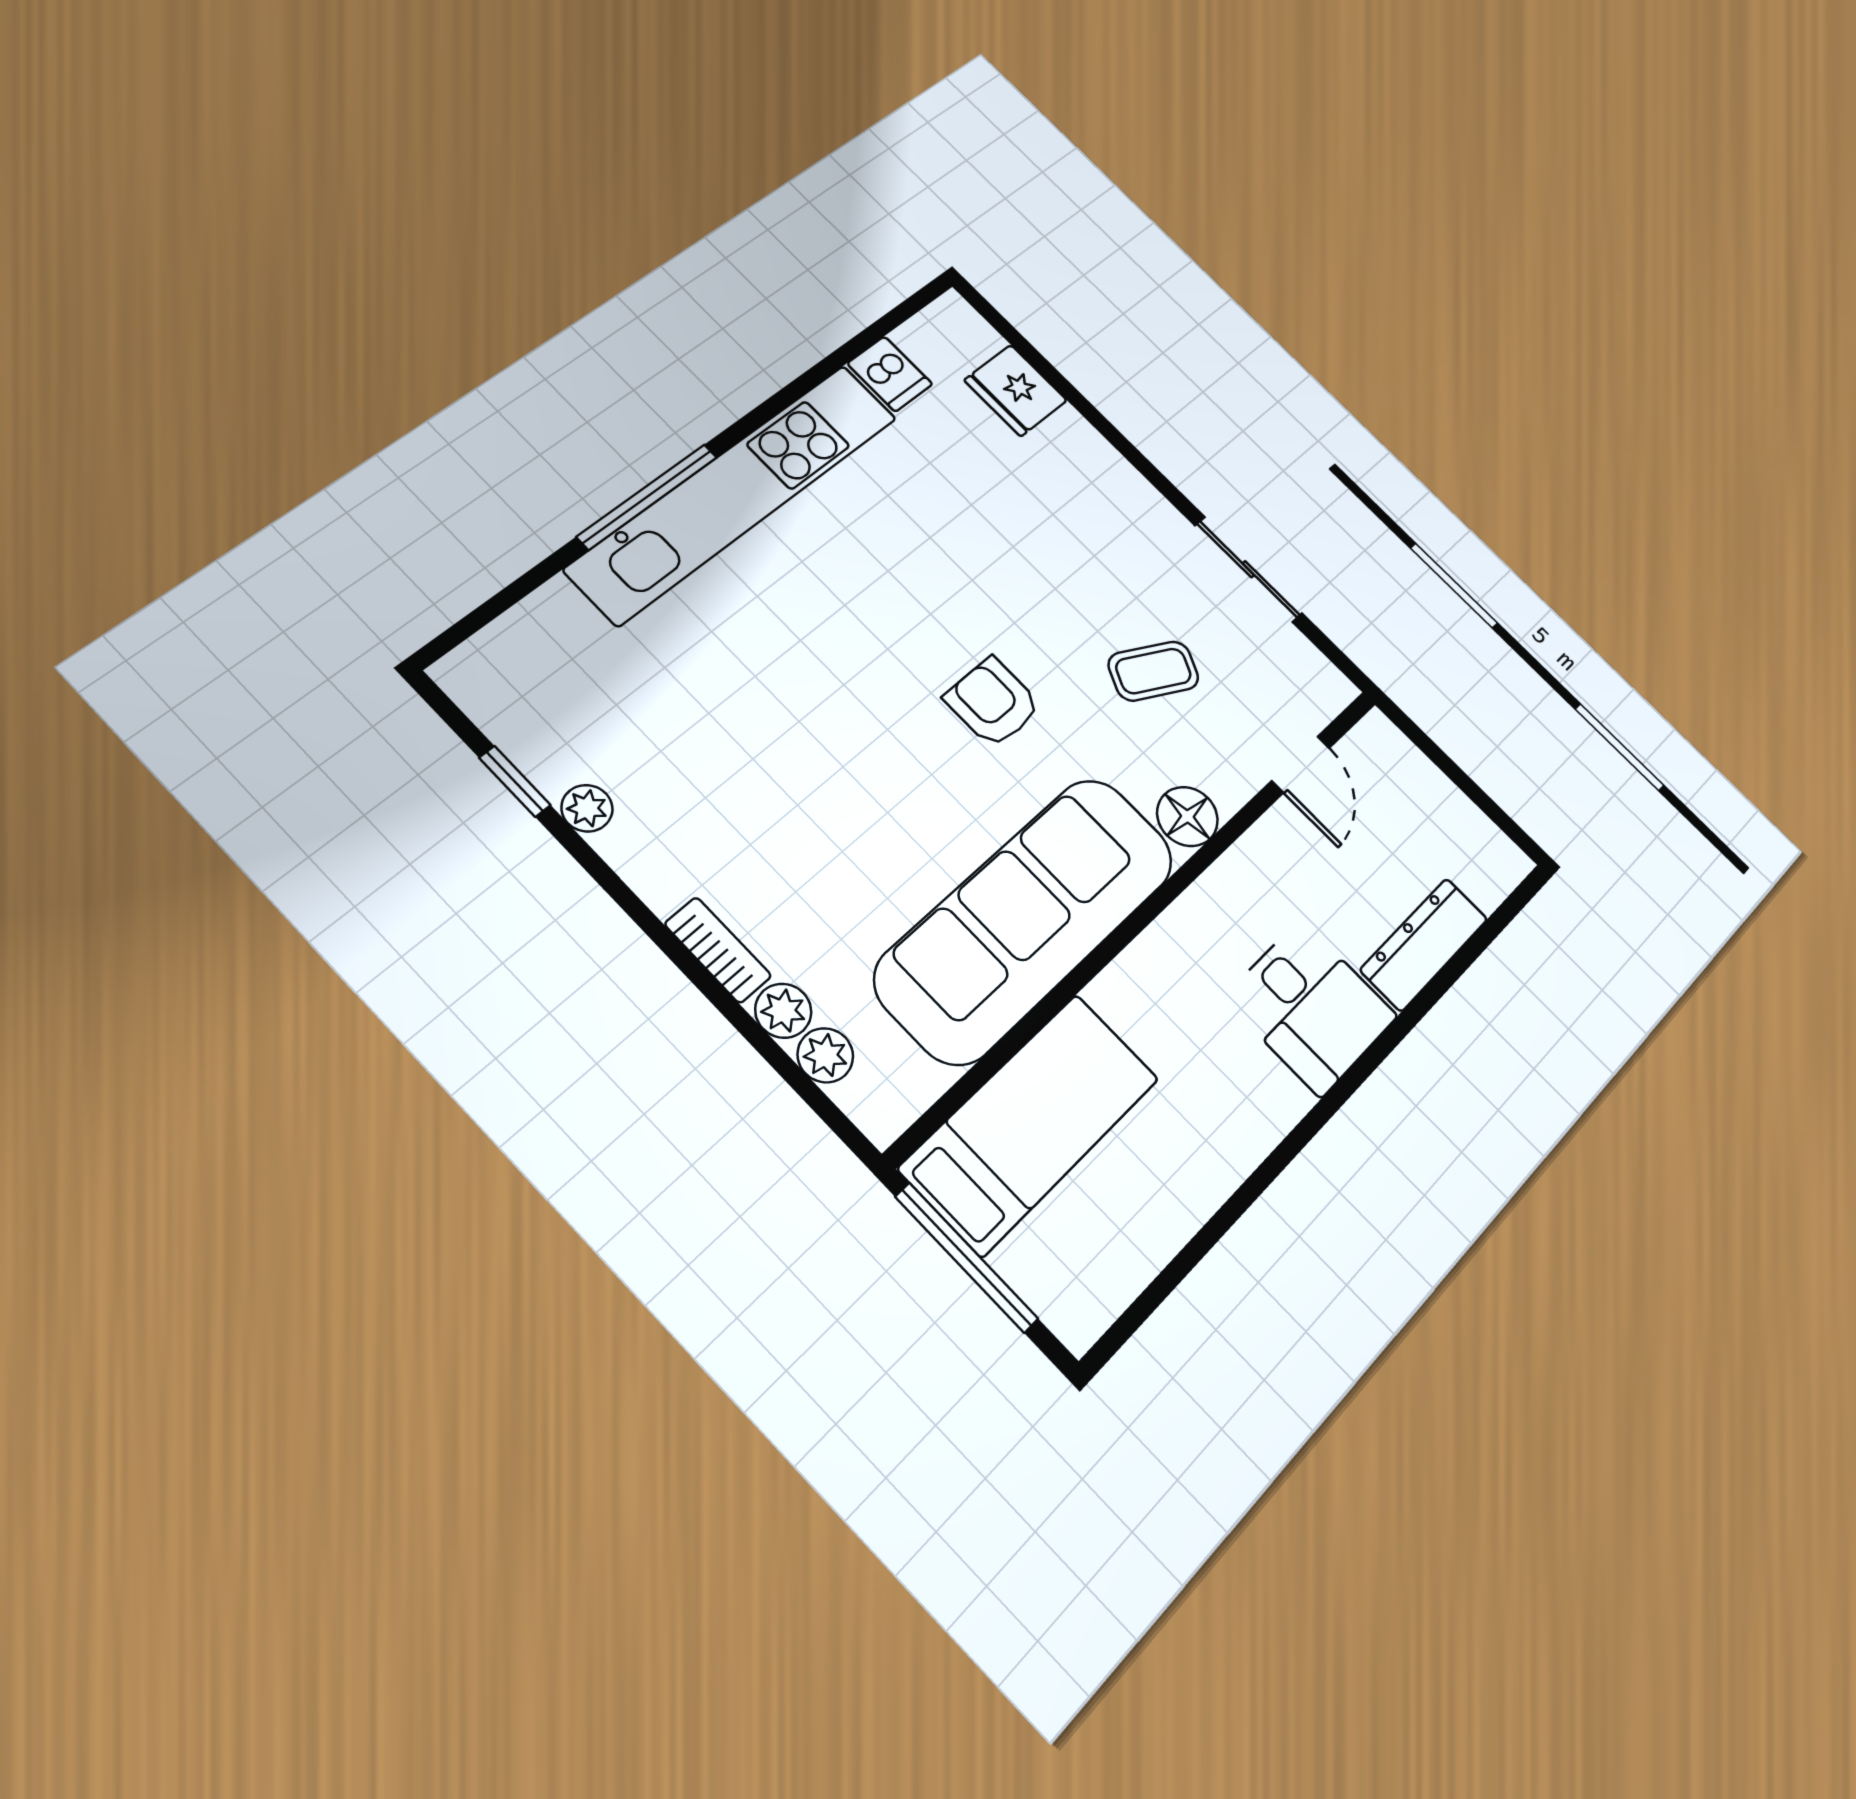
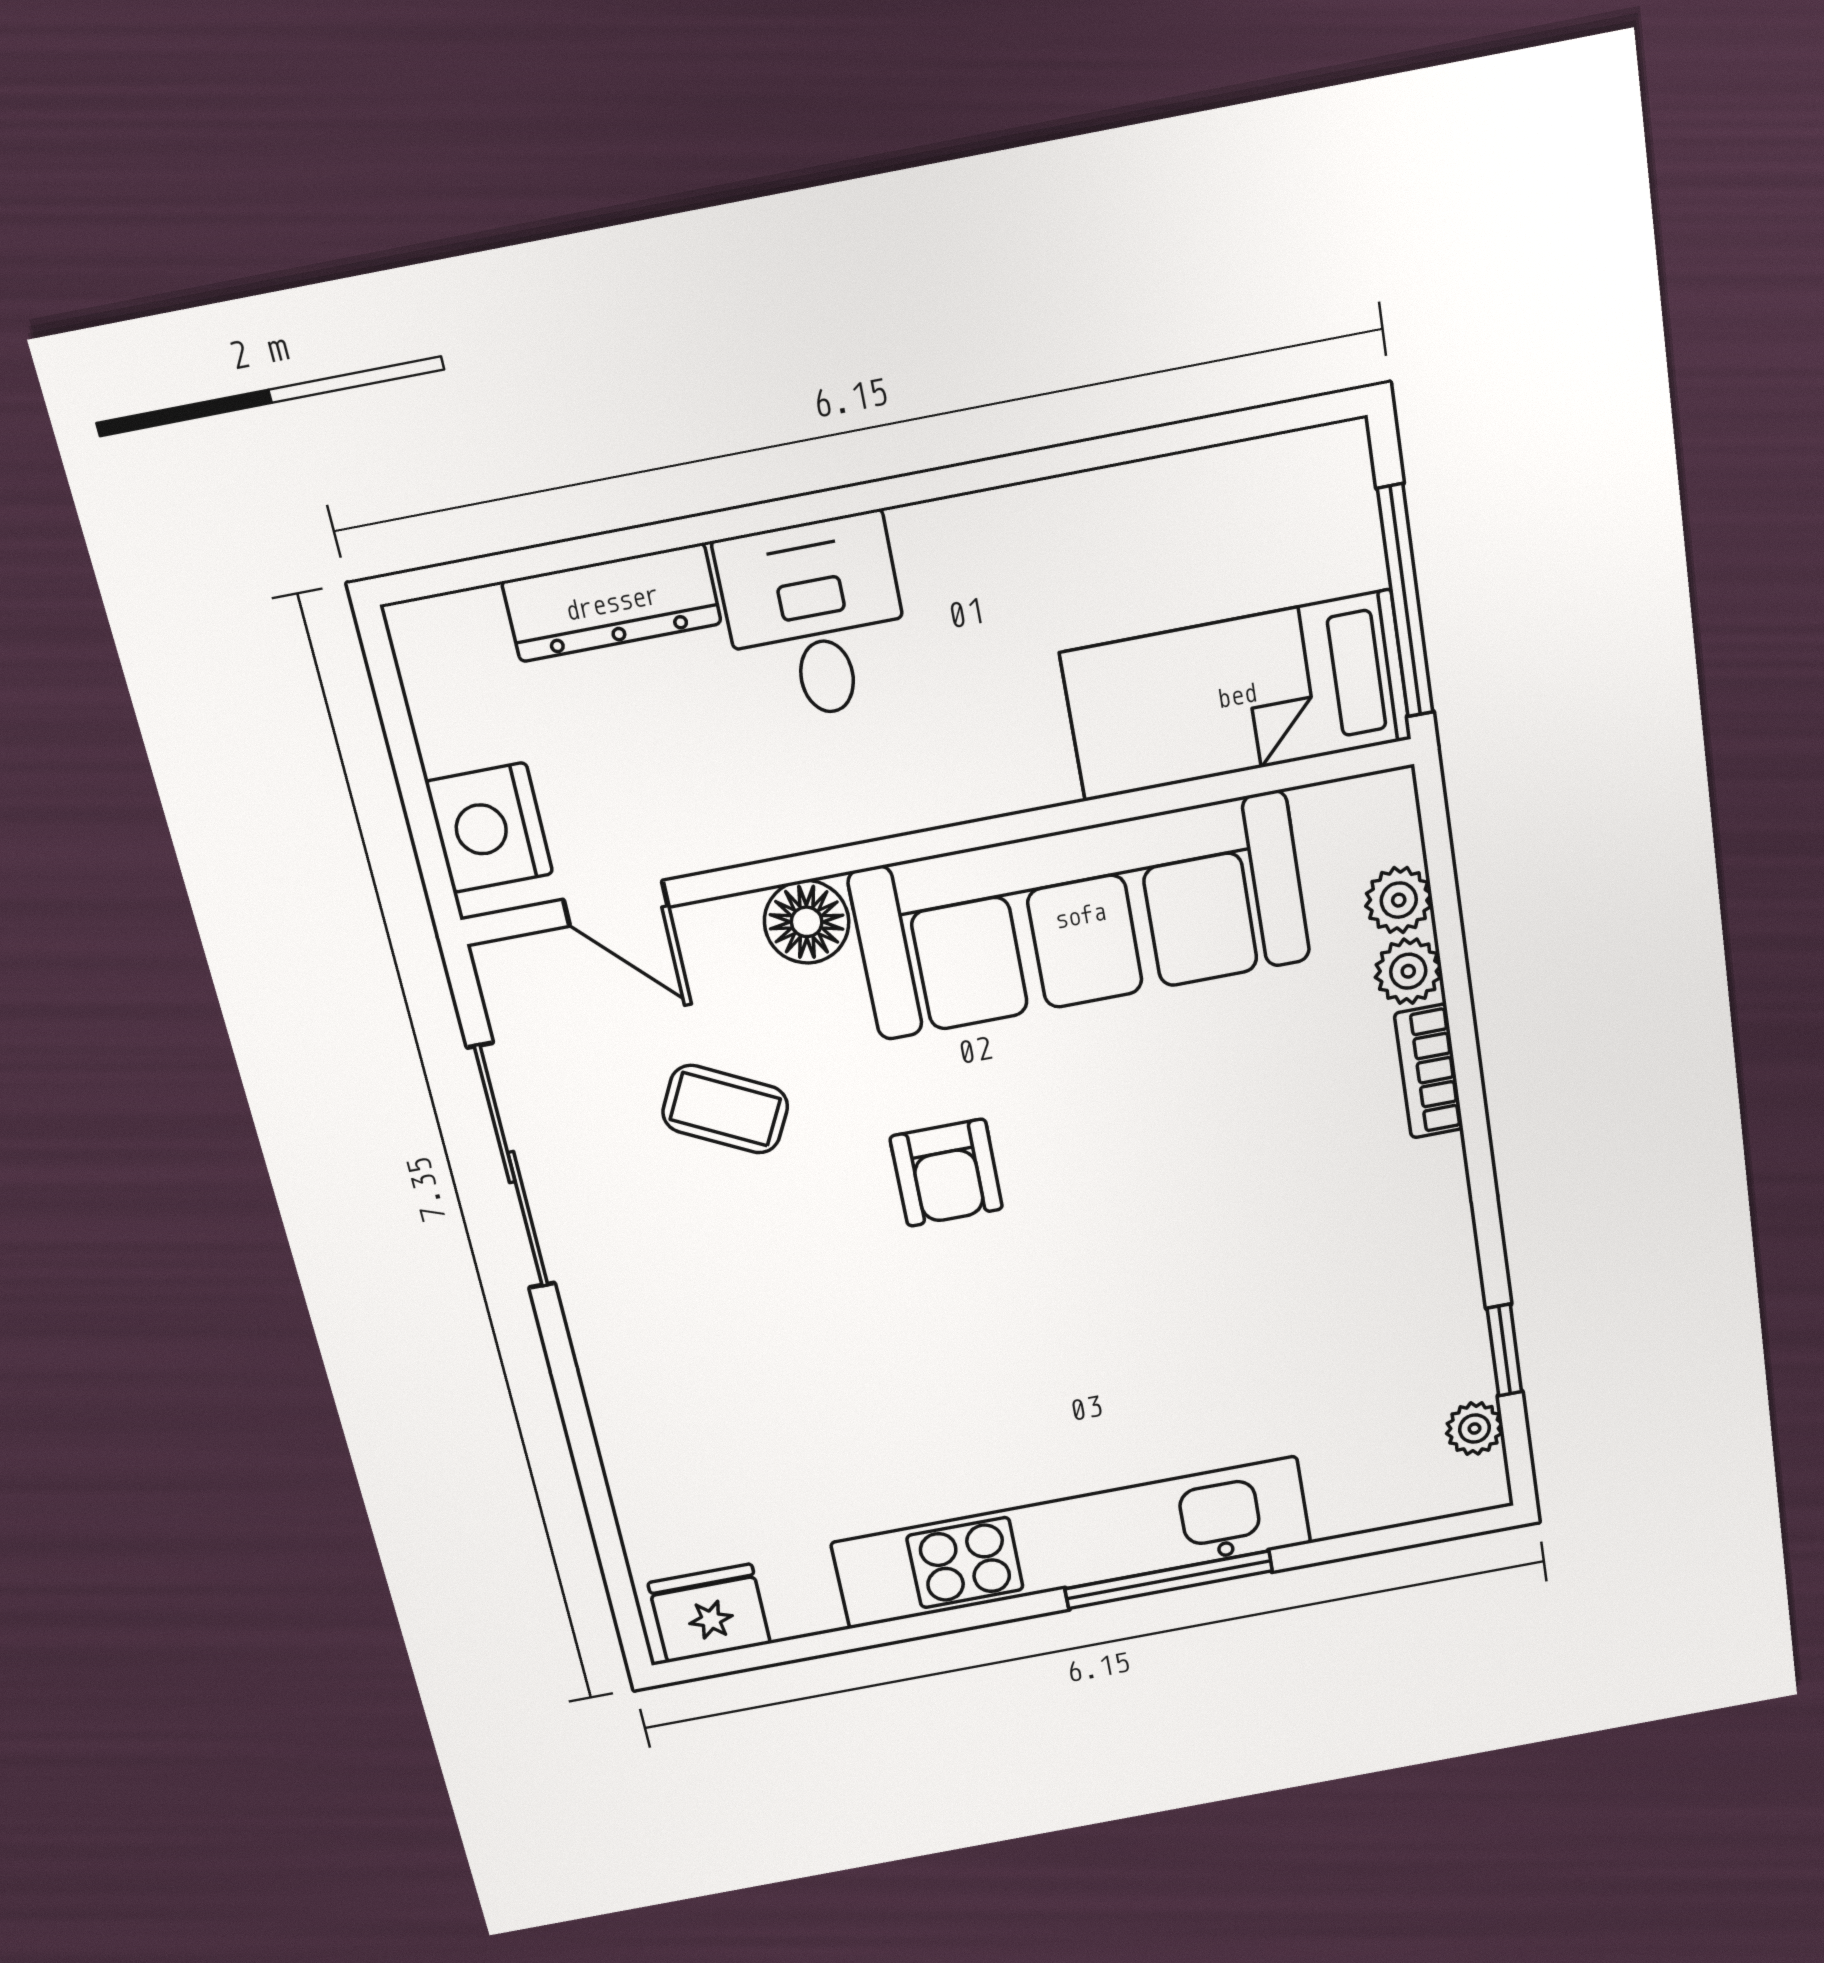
dishwasher: (890, 374) -> (801, 1597), removed
fridge: (1016, 390) -> (709, 1613), moved, turned -90
sliding door: (1248, 569) -> (511, 1167), width x1.37
door: (1301, 764) -> (616, 903), swing flipped
nightstand: (1397, 769) -> (489, 828), added
plant: (587, 808) -> (1475, 1428), moved

